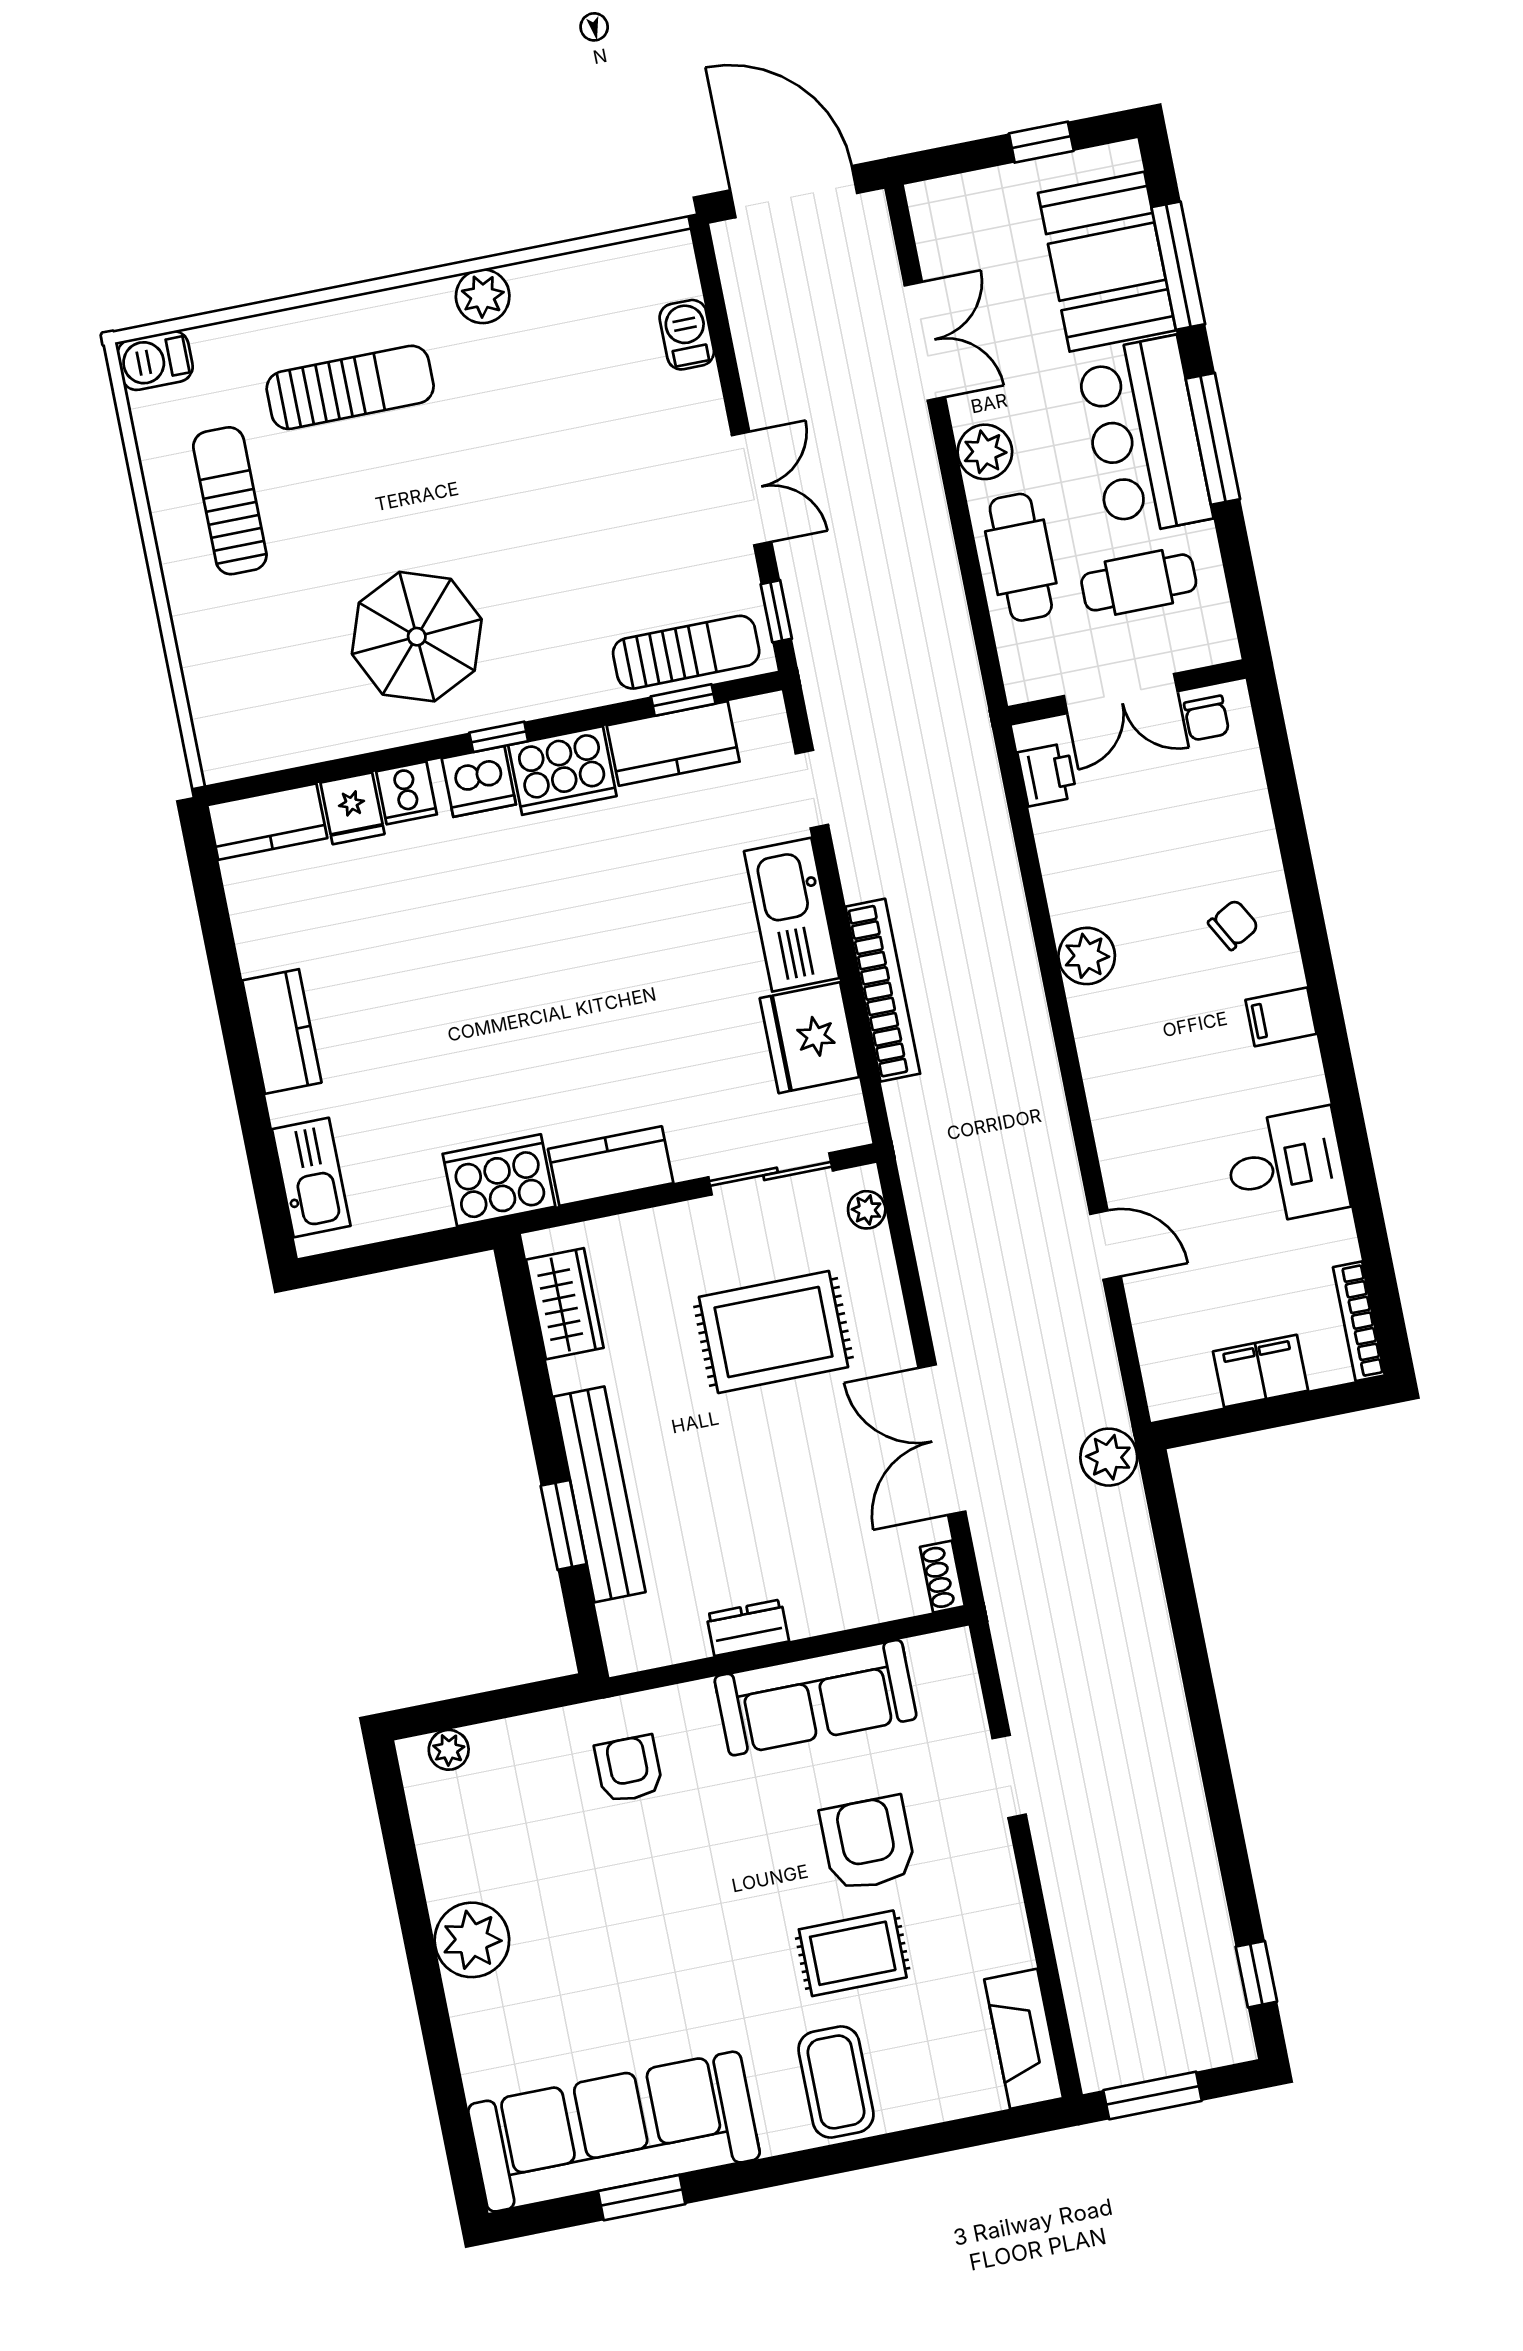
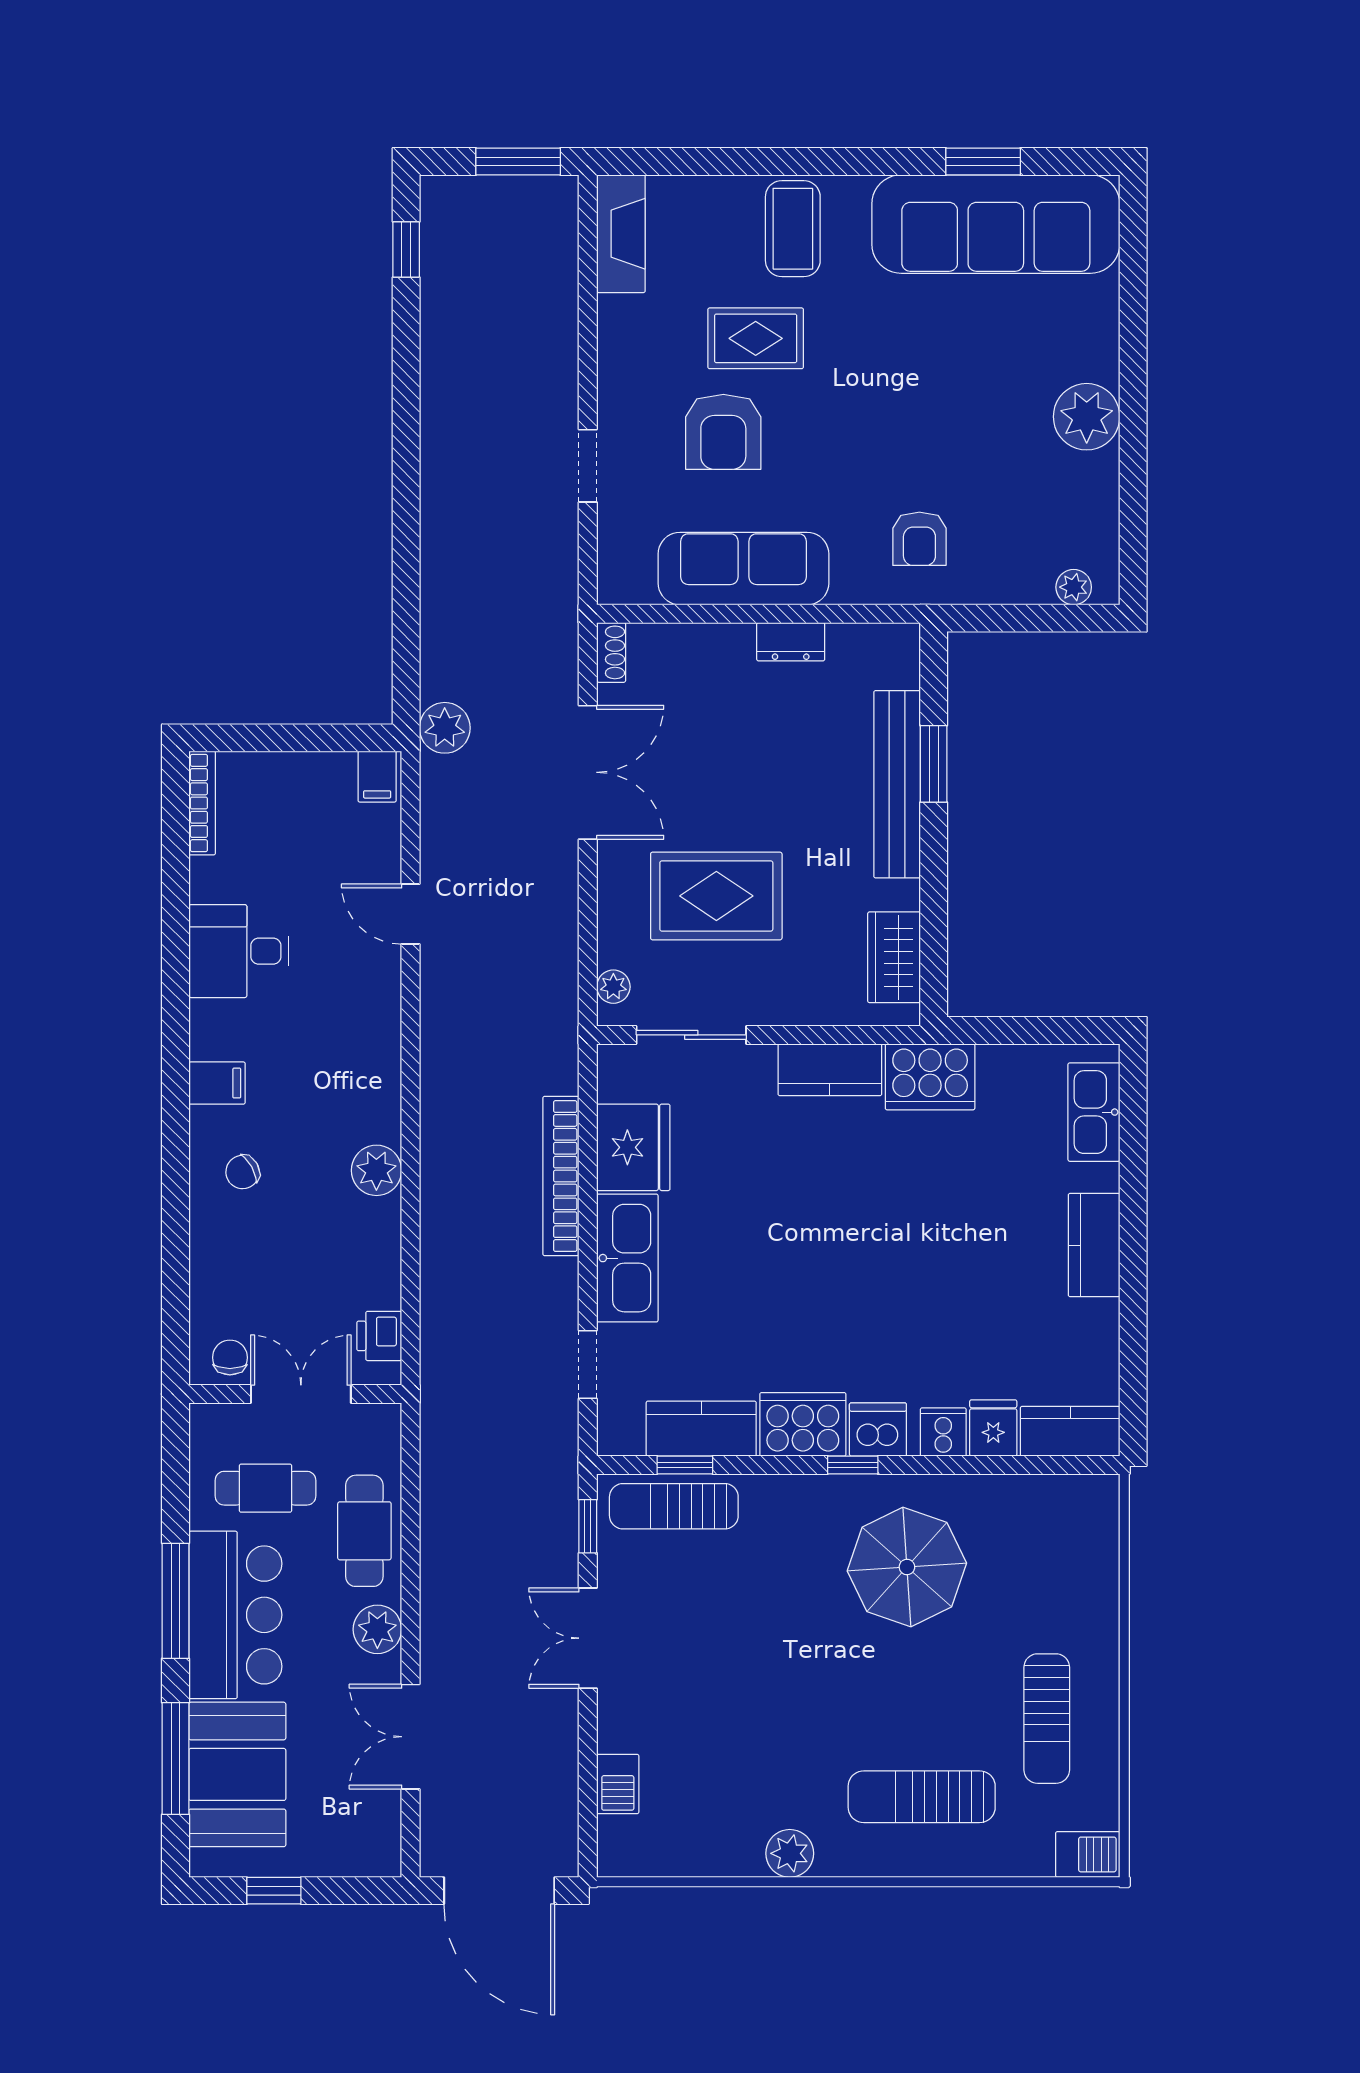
filing cabinet: (1260, 1371) -> (377, 777), moved, width x0.50

